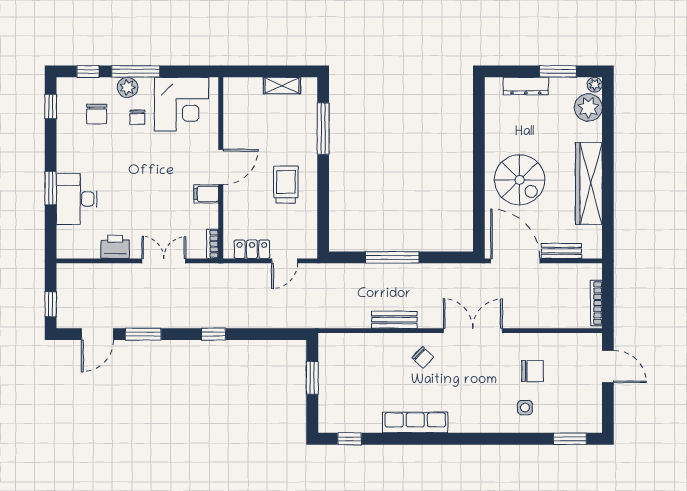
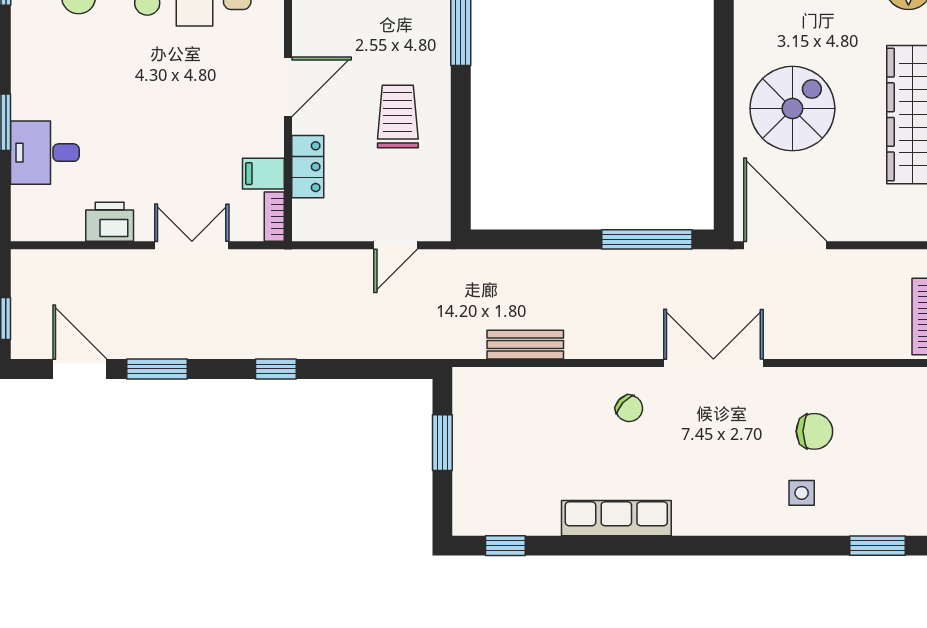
spiral stairs: (520, 180) -> (792, 109), turned -90
filing cabinet: (206, 194) -> (263, 174), moved
desk: (77, 199) -> (45, 153), width x0.73
locker: (252, 249) -> (308, 167), moved, turned 90
bench: (561, 251) -> (863, 228), removed
window: (392, 257) -> (647, 239), moved
bench: (394, 320) -> (525, 345), moved
door: (97, 334) -> (80, 369), swing flipped

